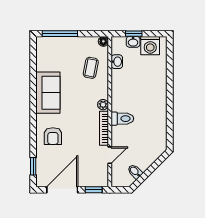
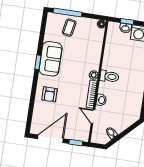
washbasin: (117, 62) -> (101, 100), moved
coffee table: (91, 68) -> (69, 28), moved
toilet: (122, 119) -> (109, 77), moved
door: (110, 155) -> (93, 117), swing flipped
window: (33, 166) -> (38, 62), moved

